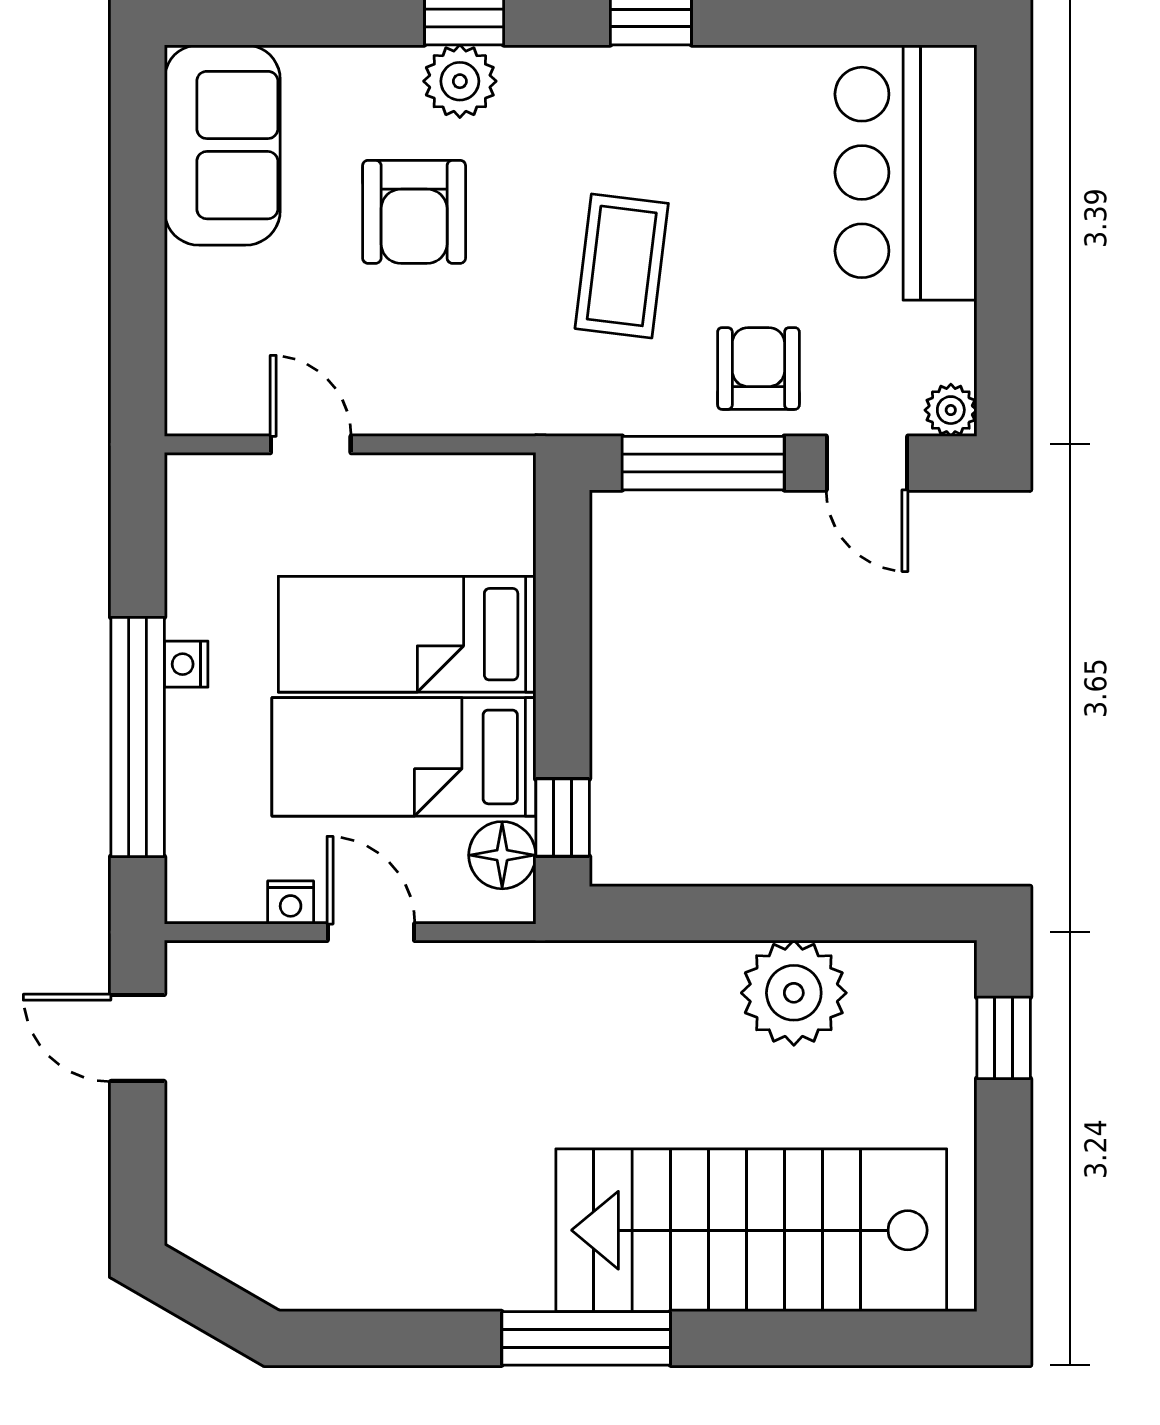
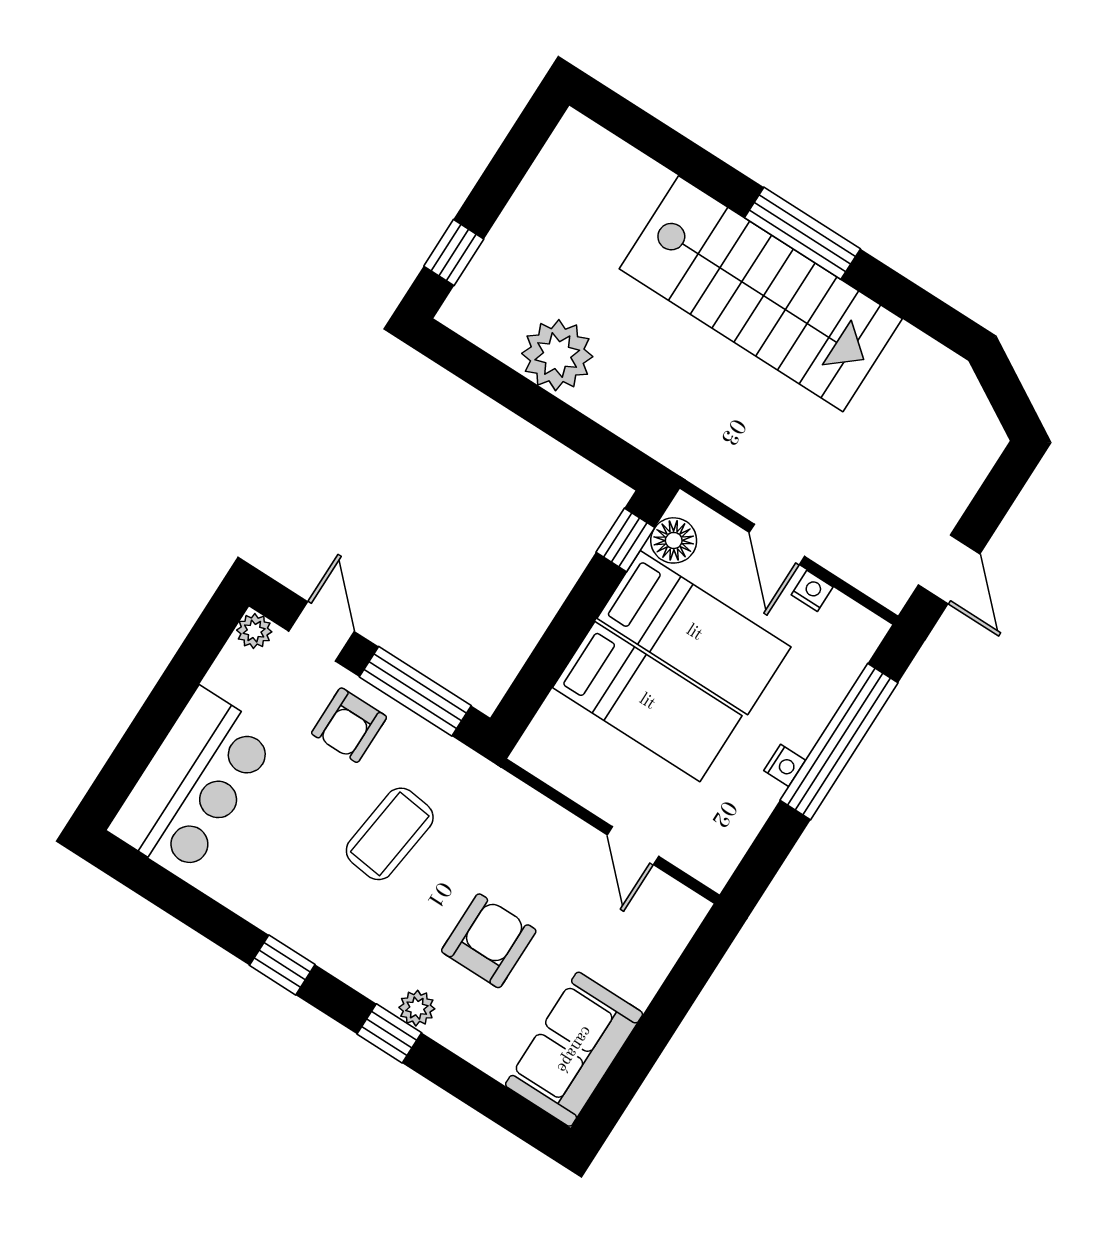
plant: (460, 81) -> (417, 1008), width x0.73, depth x0.73
stairs: (751, 1230) -> (761, 294), moved

